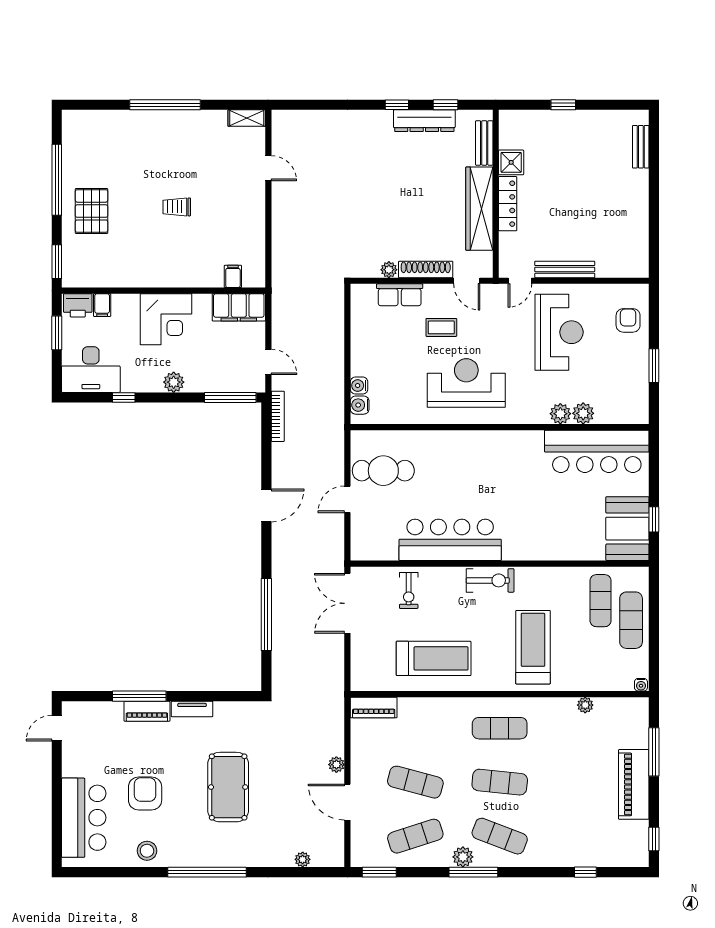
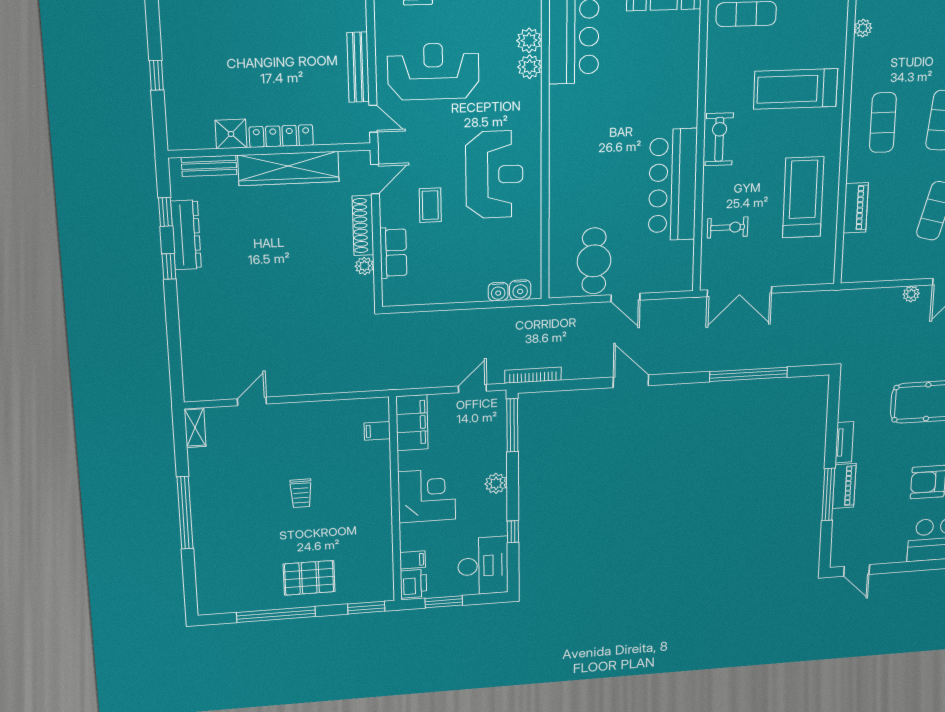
reception desk: (466, 383) -> (494, 175), turned 180
piano: (374, 707) -> (856, 208), moved

